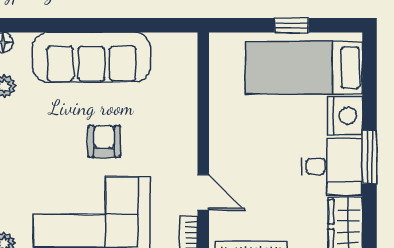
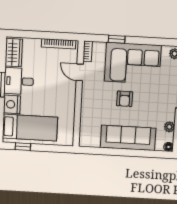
window: (292, 25) -> (23, 147), moved

